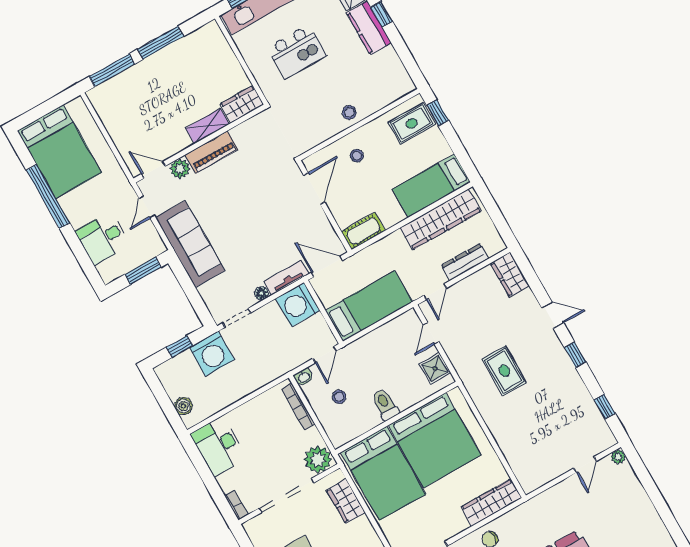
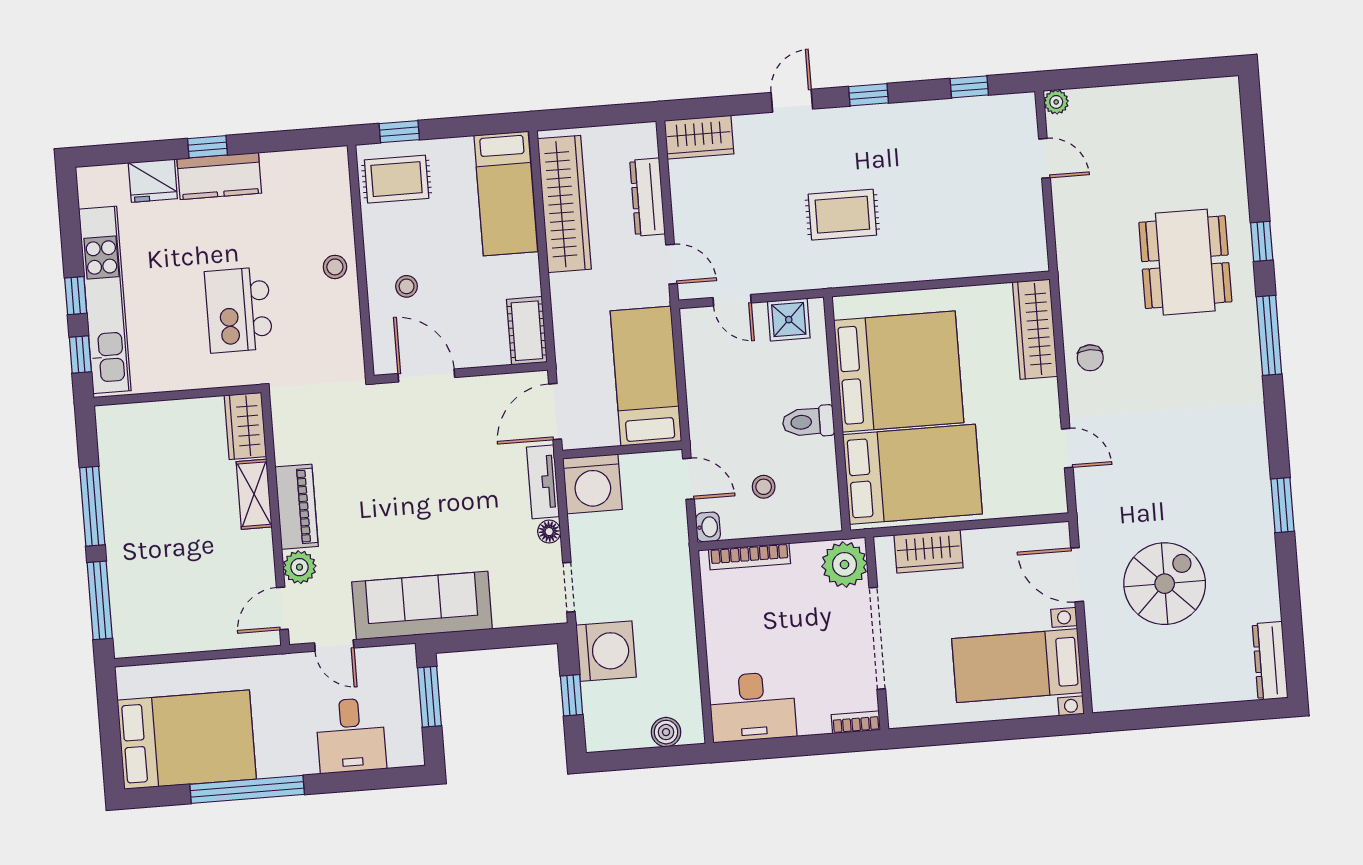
kitchen island: (297, 52) -> (239, 310), moved, turned 180
rug: (412, 123) -> (397, 179), turned 90

